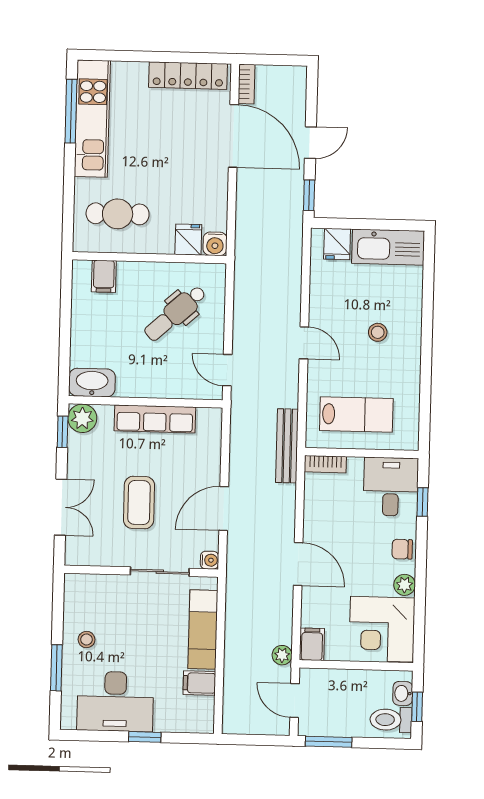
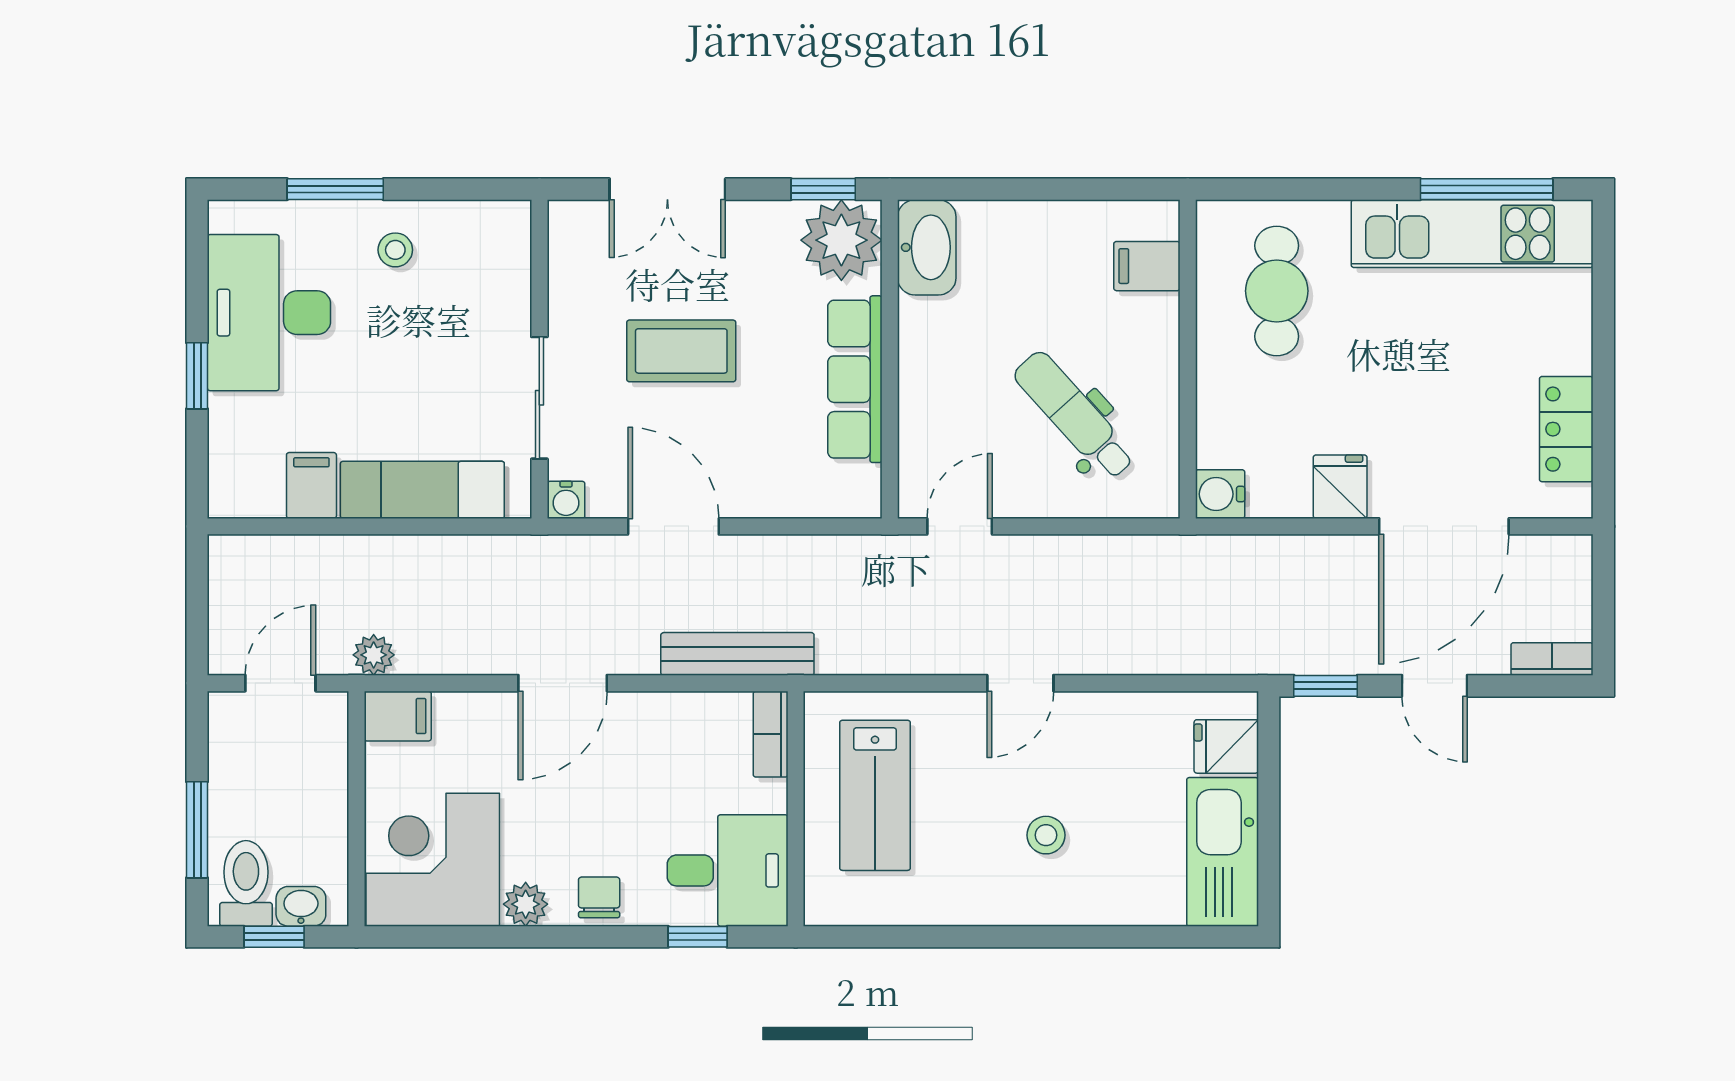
locker: (188, 76) -> (1566, 429), width x0.66
bookcase: (247, 84) -> (1552, 659), moved, turned 180
fridge: (188, 240) -> (1340, 487), moved, turned -90
plant: (82, 418) -> (841, 240), width x1.36, depth x1.36
bench: (287, 446) -> (737, 654), moved
window: (329, 742) -> (197, 830), moved

